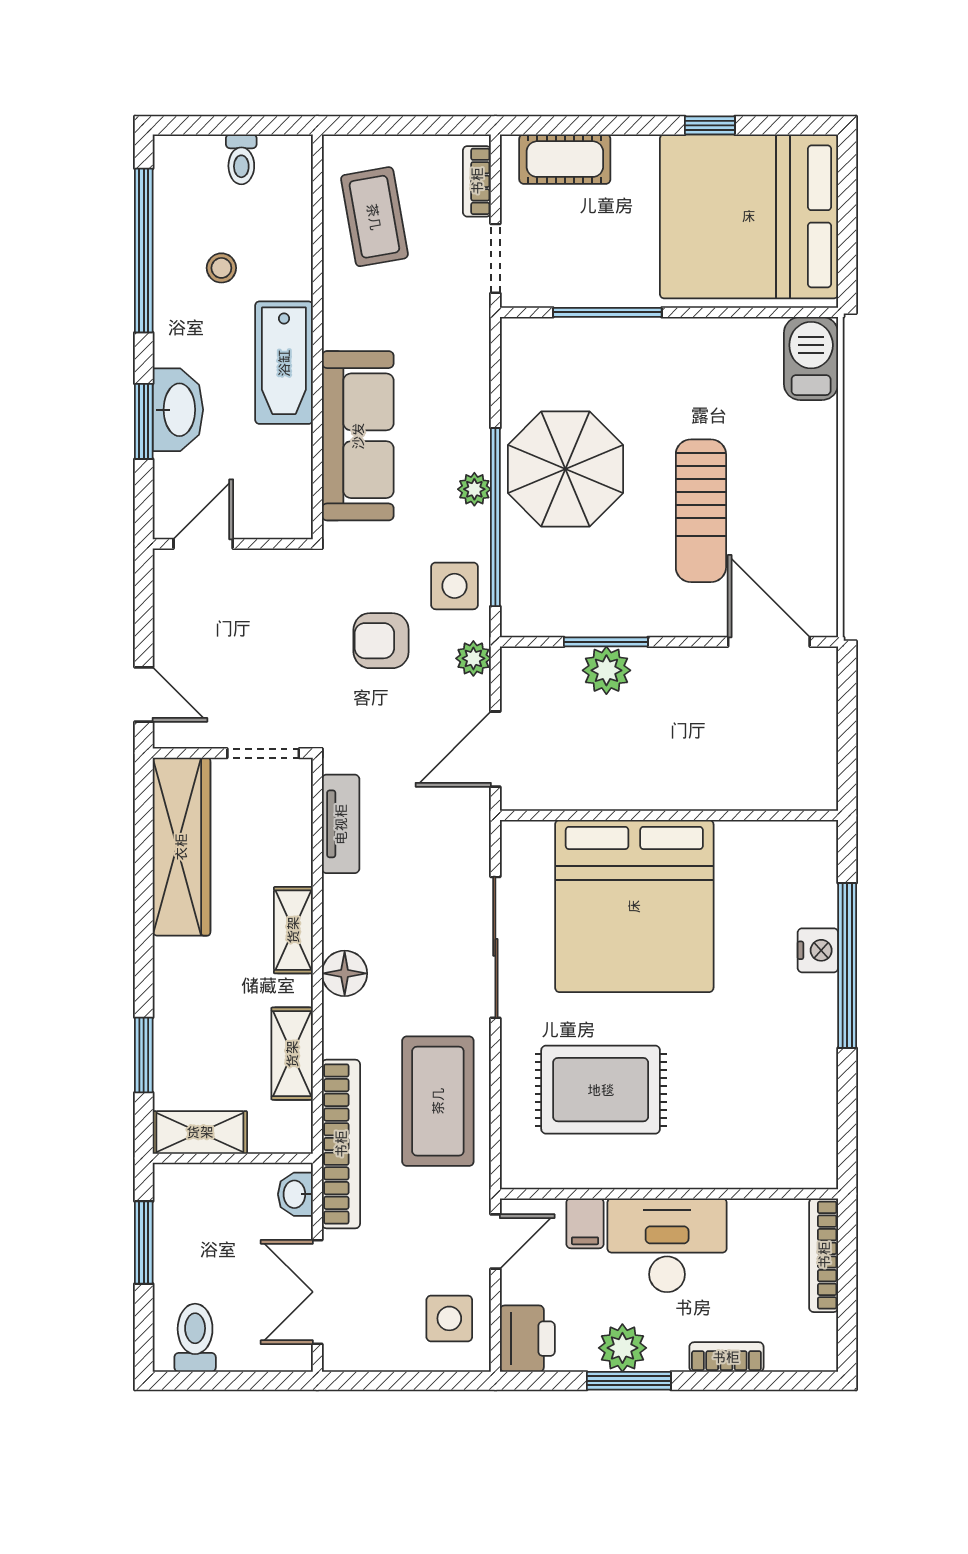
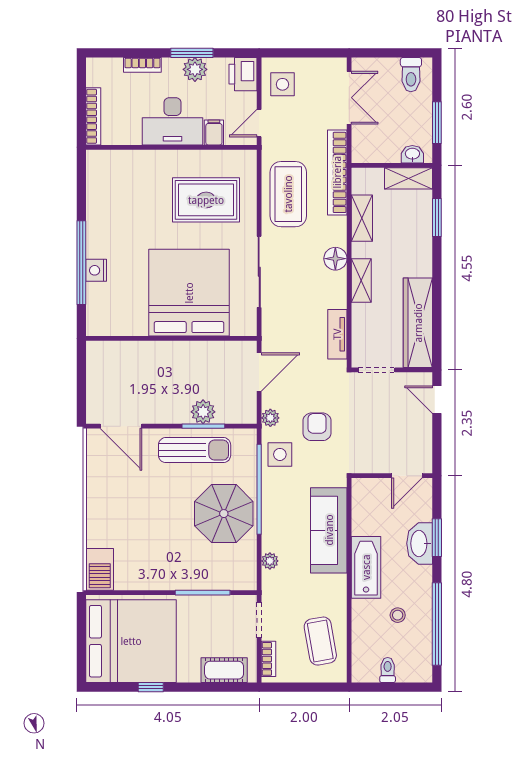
plant: (474, 489) -> (270, 561), moved
sun lounger: (701, 511) -> (195, 450), moved, turned 90
armchair: (381, 641) -> (317, 427), turned -90
washbasin: (295, 1194) -> (412, 154), moved, turned -90

